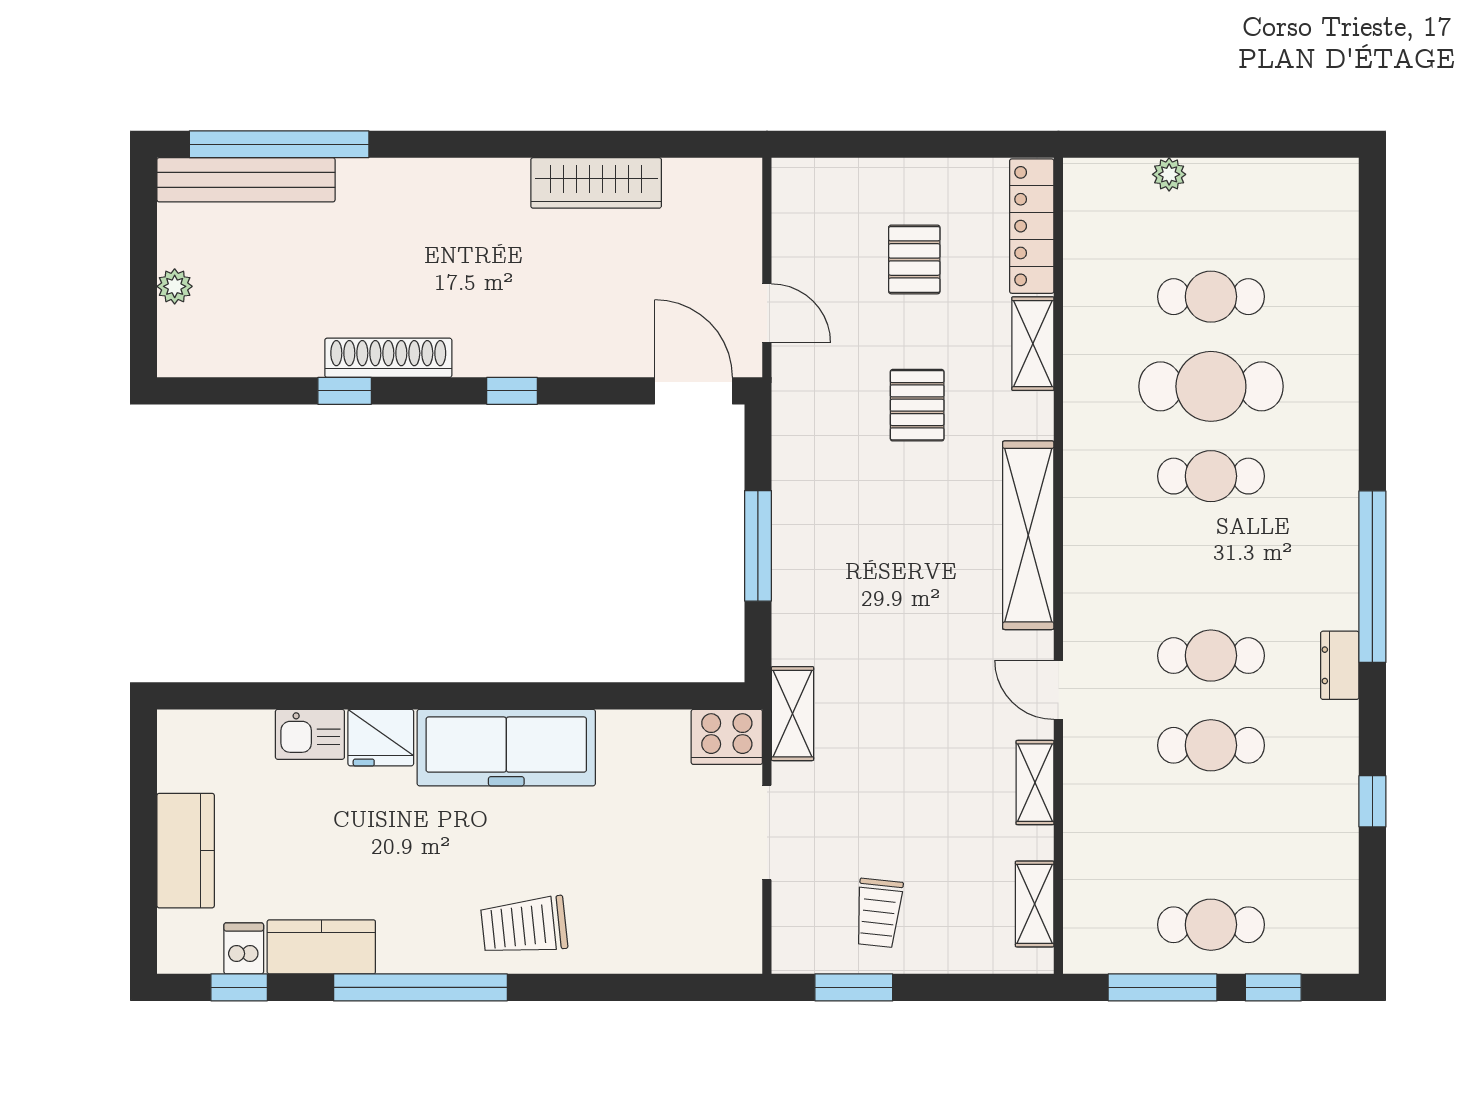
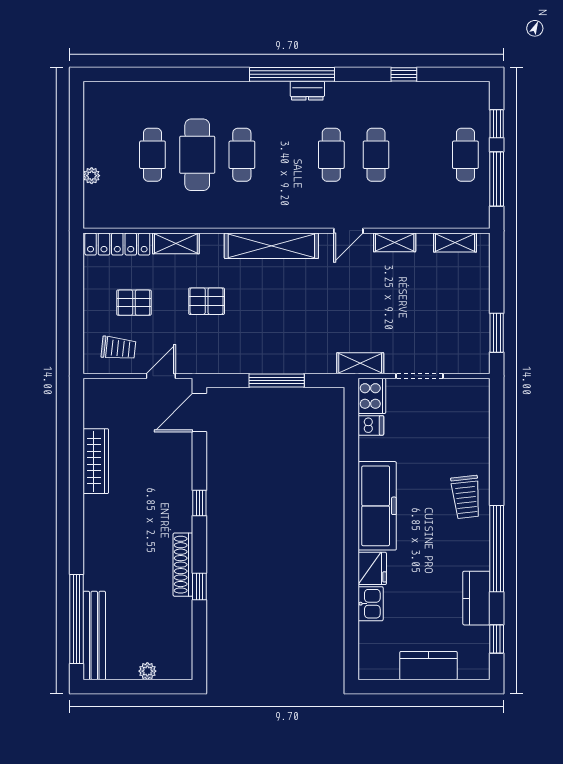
dresser: (1340, 665) -> (307, 91), moved
trolley: (879, 913) -> (118, 348), moved
dishwasher: (244, 948) -> (371, 425), moved, turned 180

